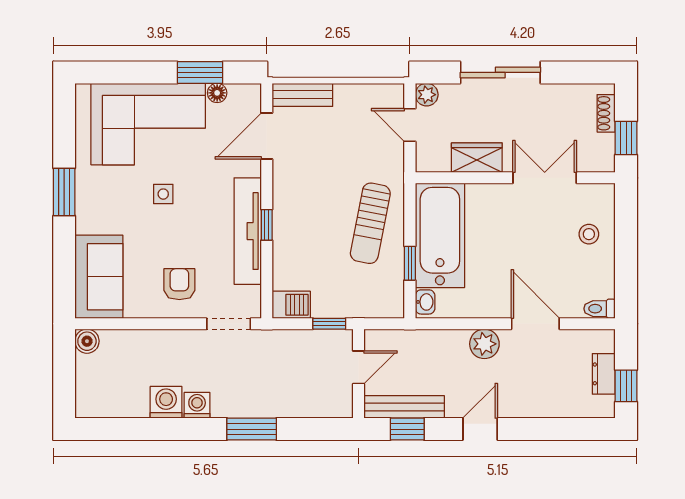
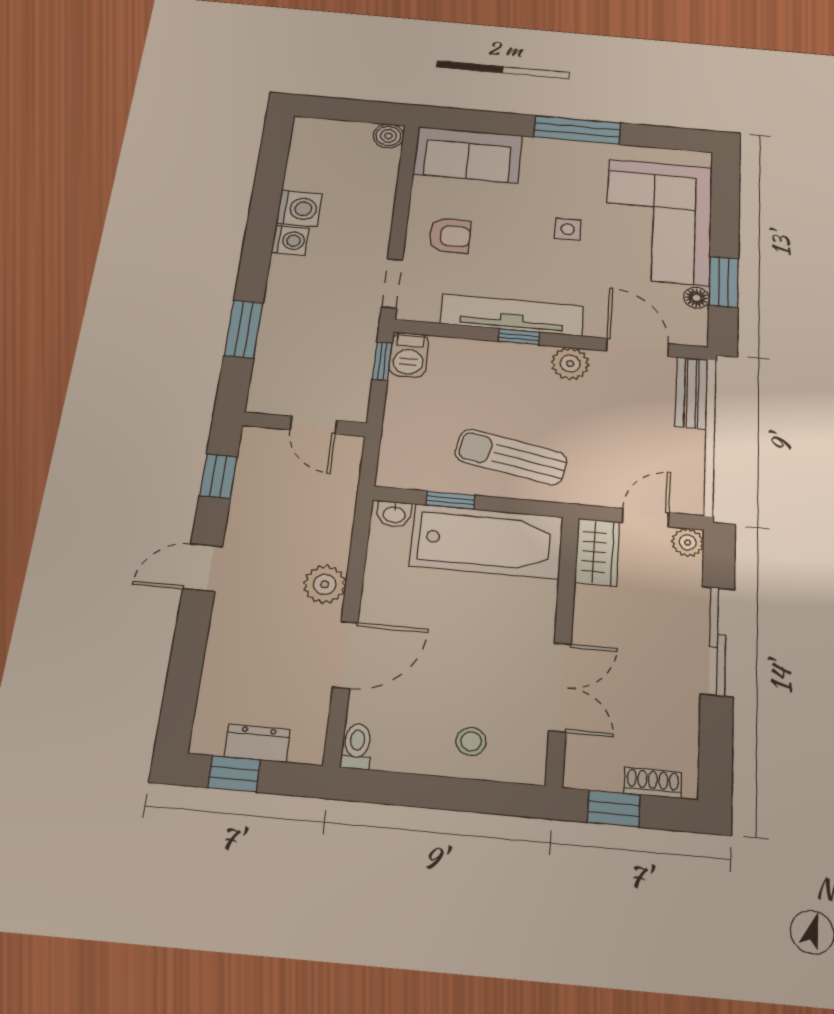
wardrobe: (477, 158) -> (597, 552), moved
plant: (286, 185) -> (570, 364), added
window: (64, 192) -> (577, 130), width x1.44
window: (329, 324) -> (382, 361), moved
bench: (404, 407) -> (250, 475), removed
window: (252, 429) -> (244, 329), moved
door: (480, 429) -> (203, 568), swing flipped

